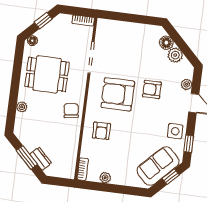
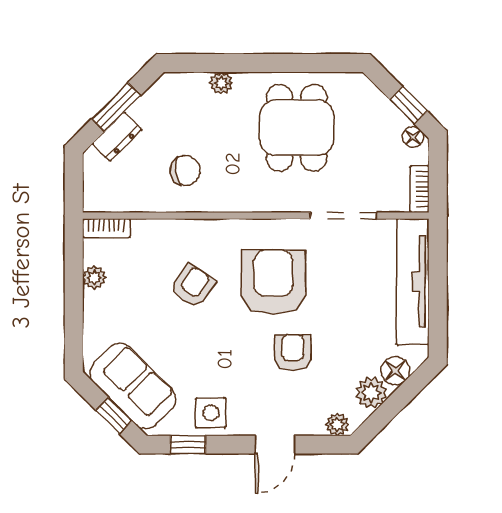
tv unit: (126, 29) -> (413, 282), added
floor lamp: (32, 41) -> (413, 137), moved
plant: (187, 84) -> (337, 424), moved
chair: (71, 111) -> (185, 171), moved
armchair: (101, 131) -> (192, 286), moved, turned 125

